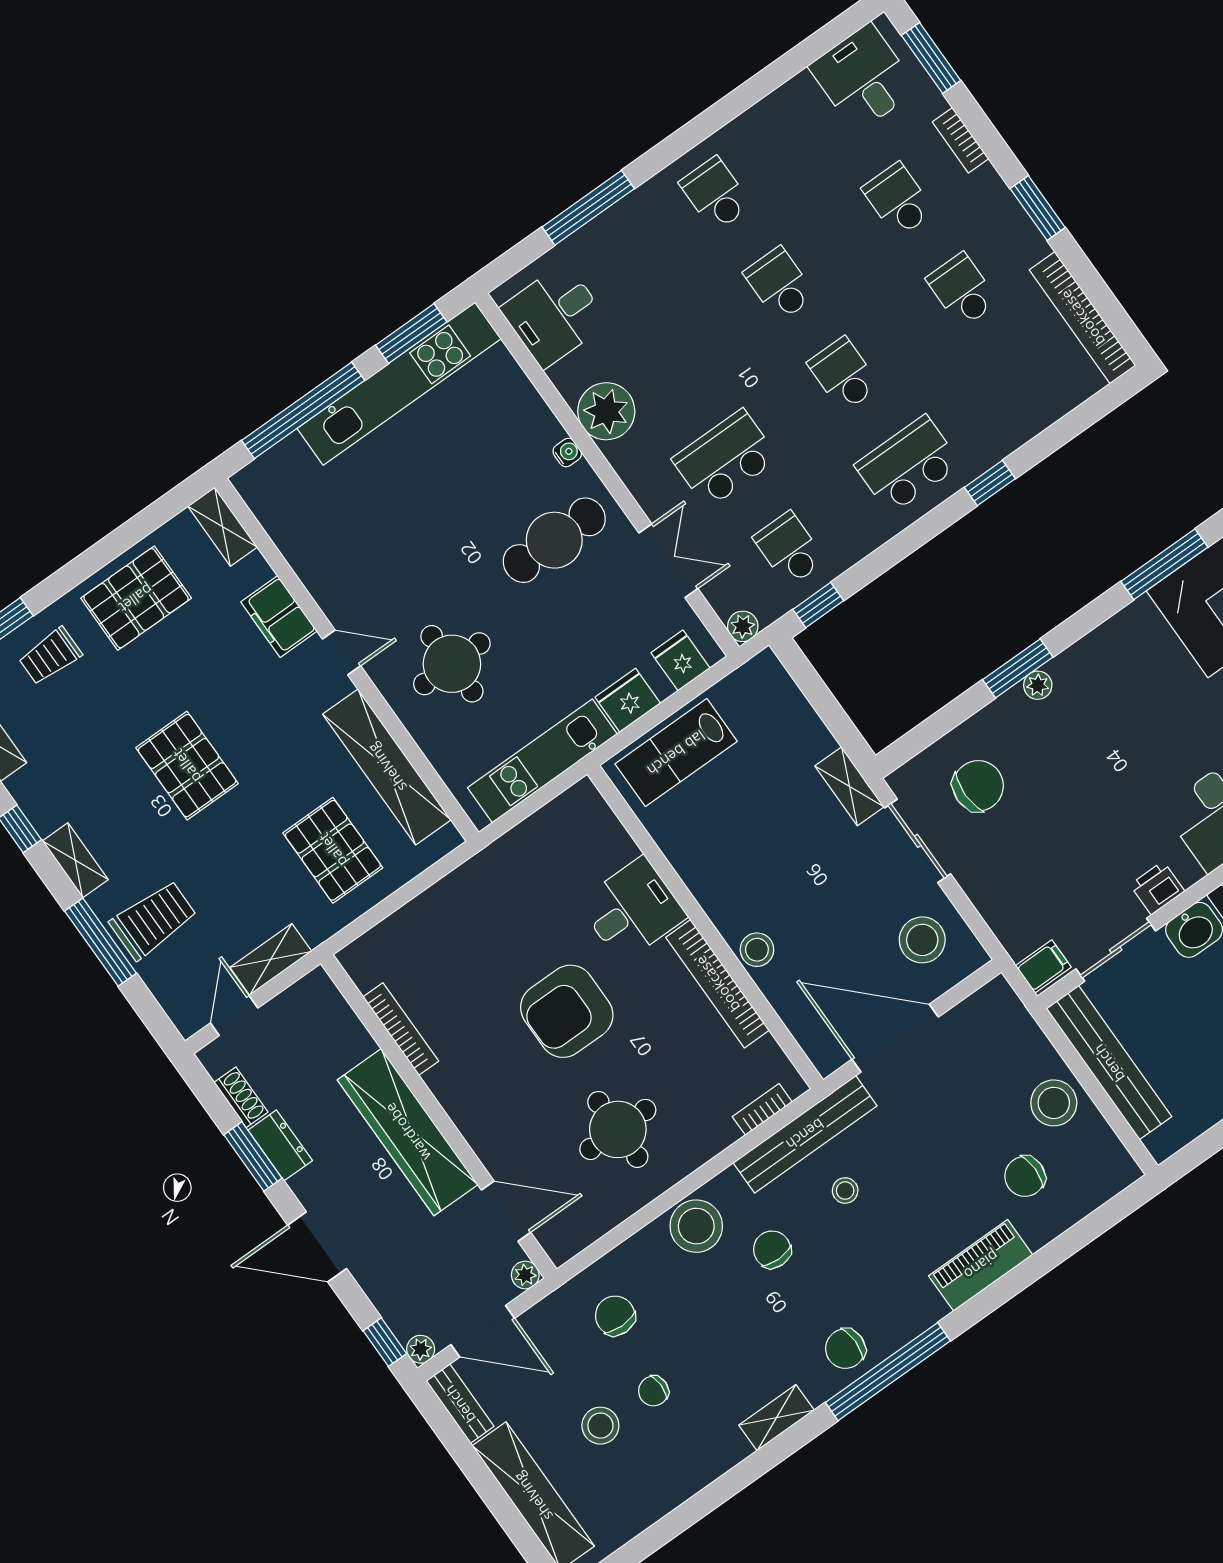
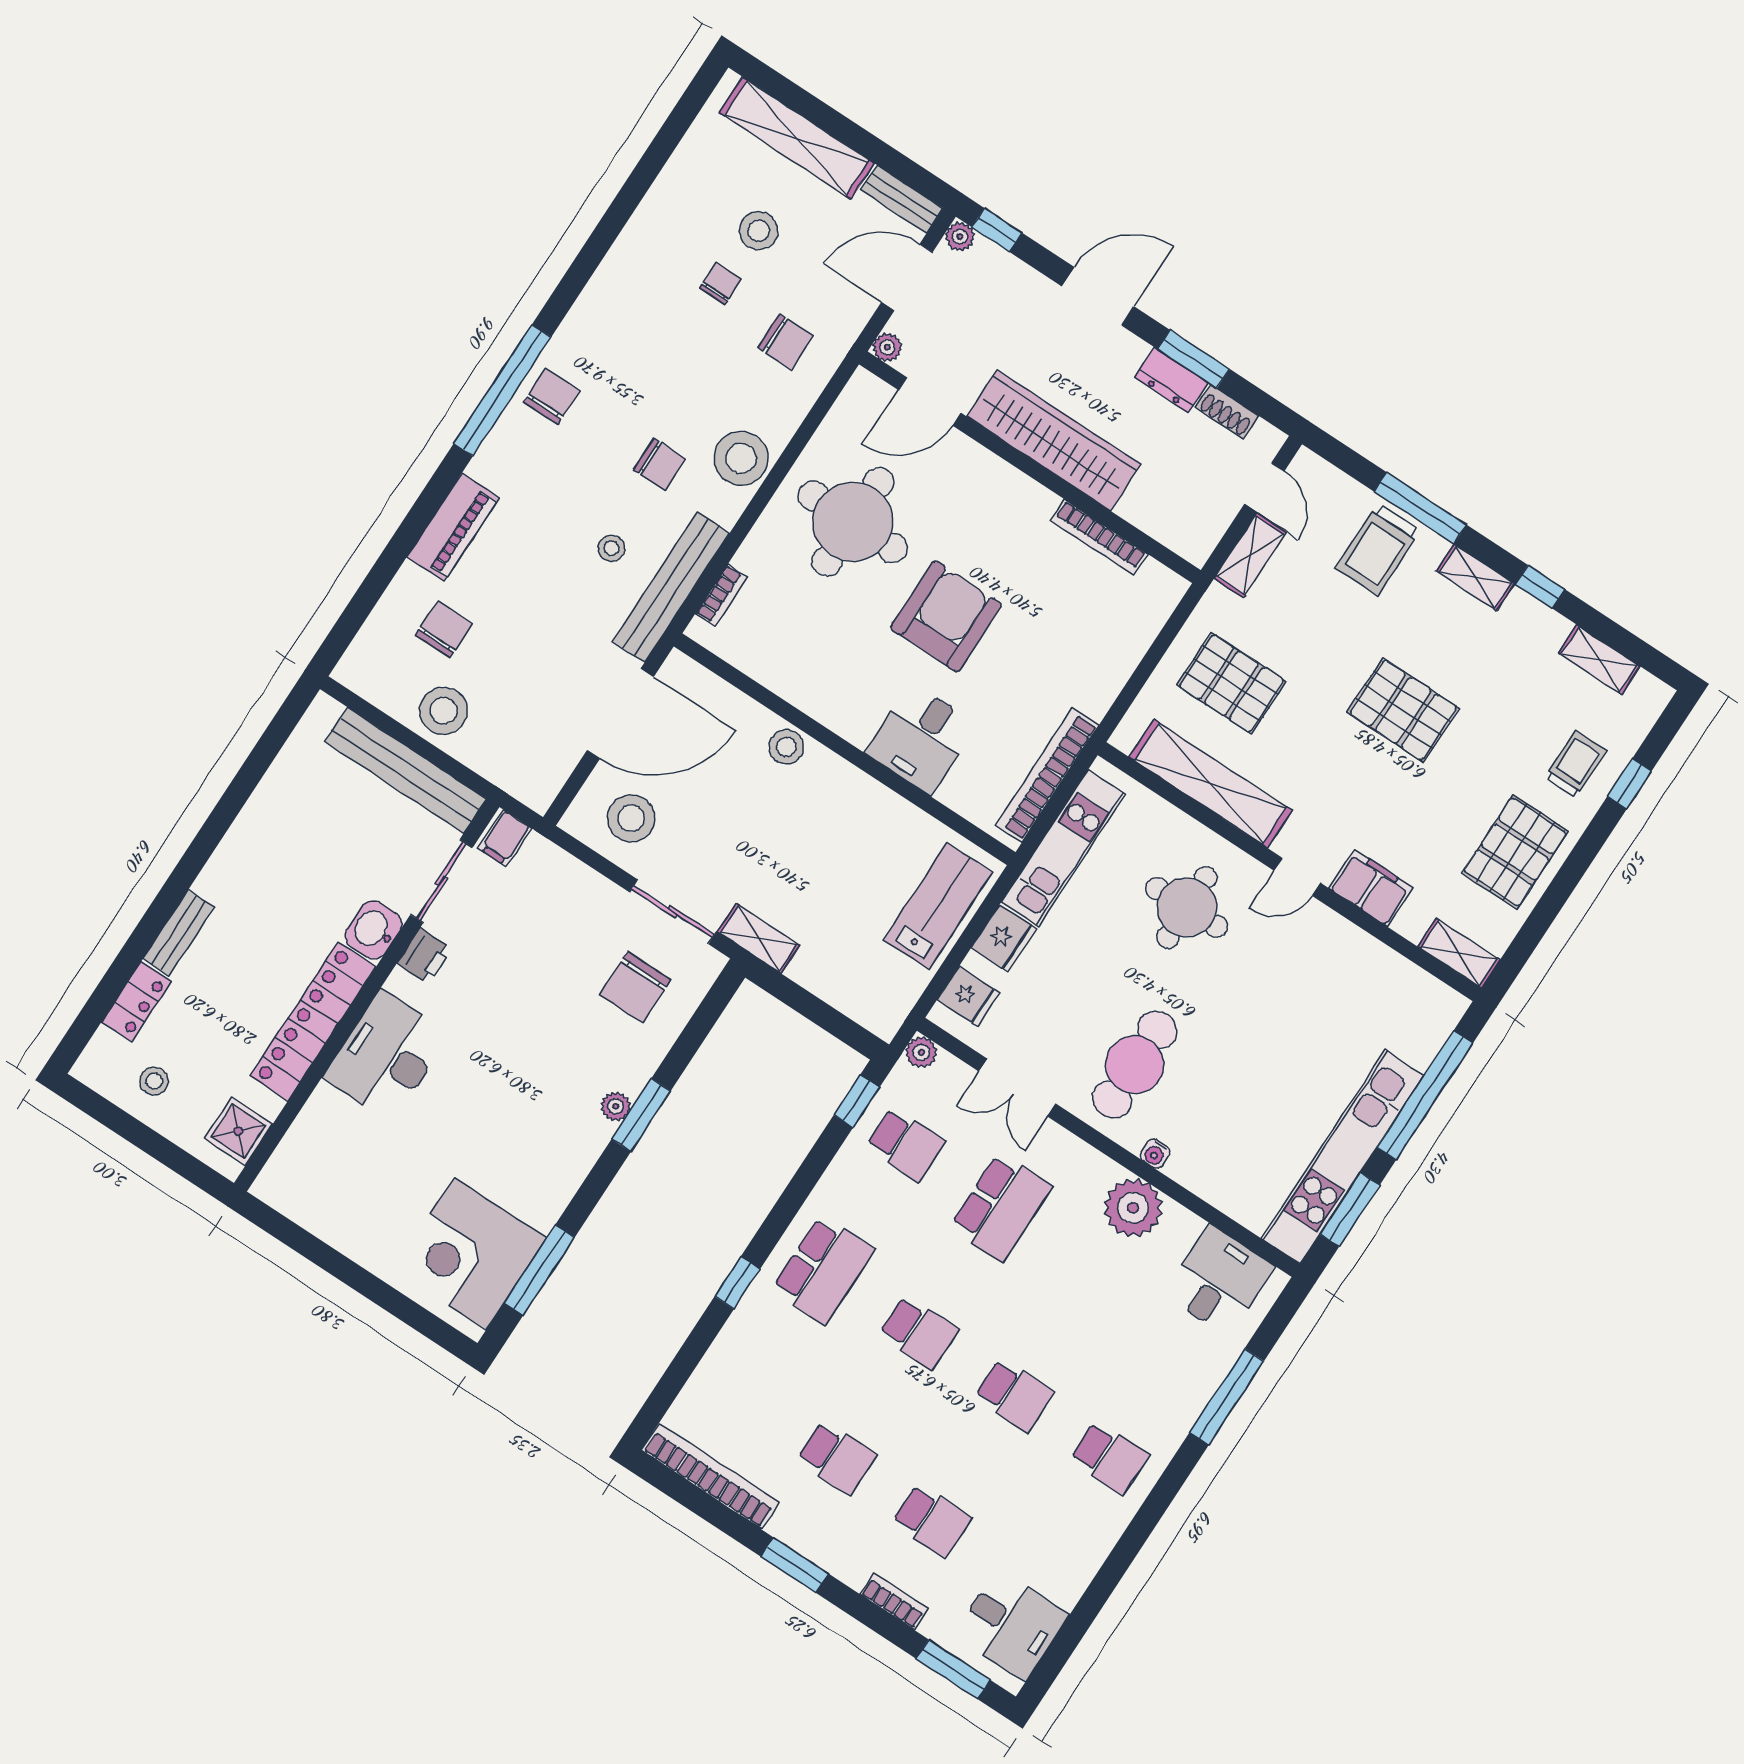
bookcase: (718, 984) -> (1047, 775), moved, turned -90
round table: (618, 1129) -> (853, 522), width x1.36, depth x1.36
shelving: (777, 1418) -> (592, 304), removed

